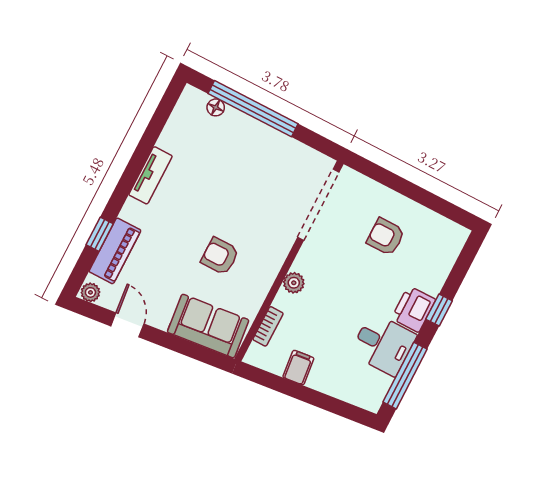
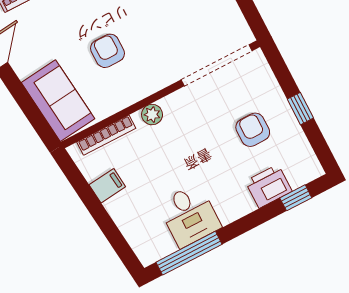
window: (413, 192) -> (300, 109), added
printer: (414, 309) -> (269, 186), moved
window: (439, 310) -> (296, 198), moved
bookcase: (268, 326) -> (106, 135), width x1.56

